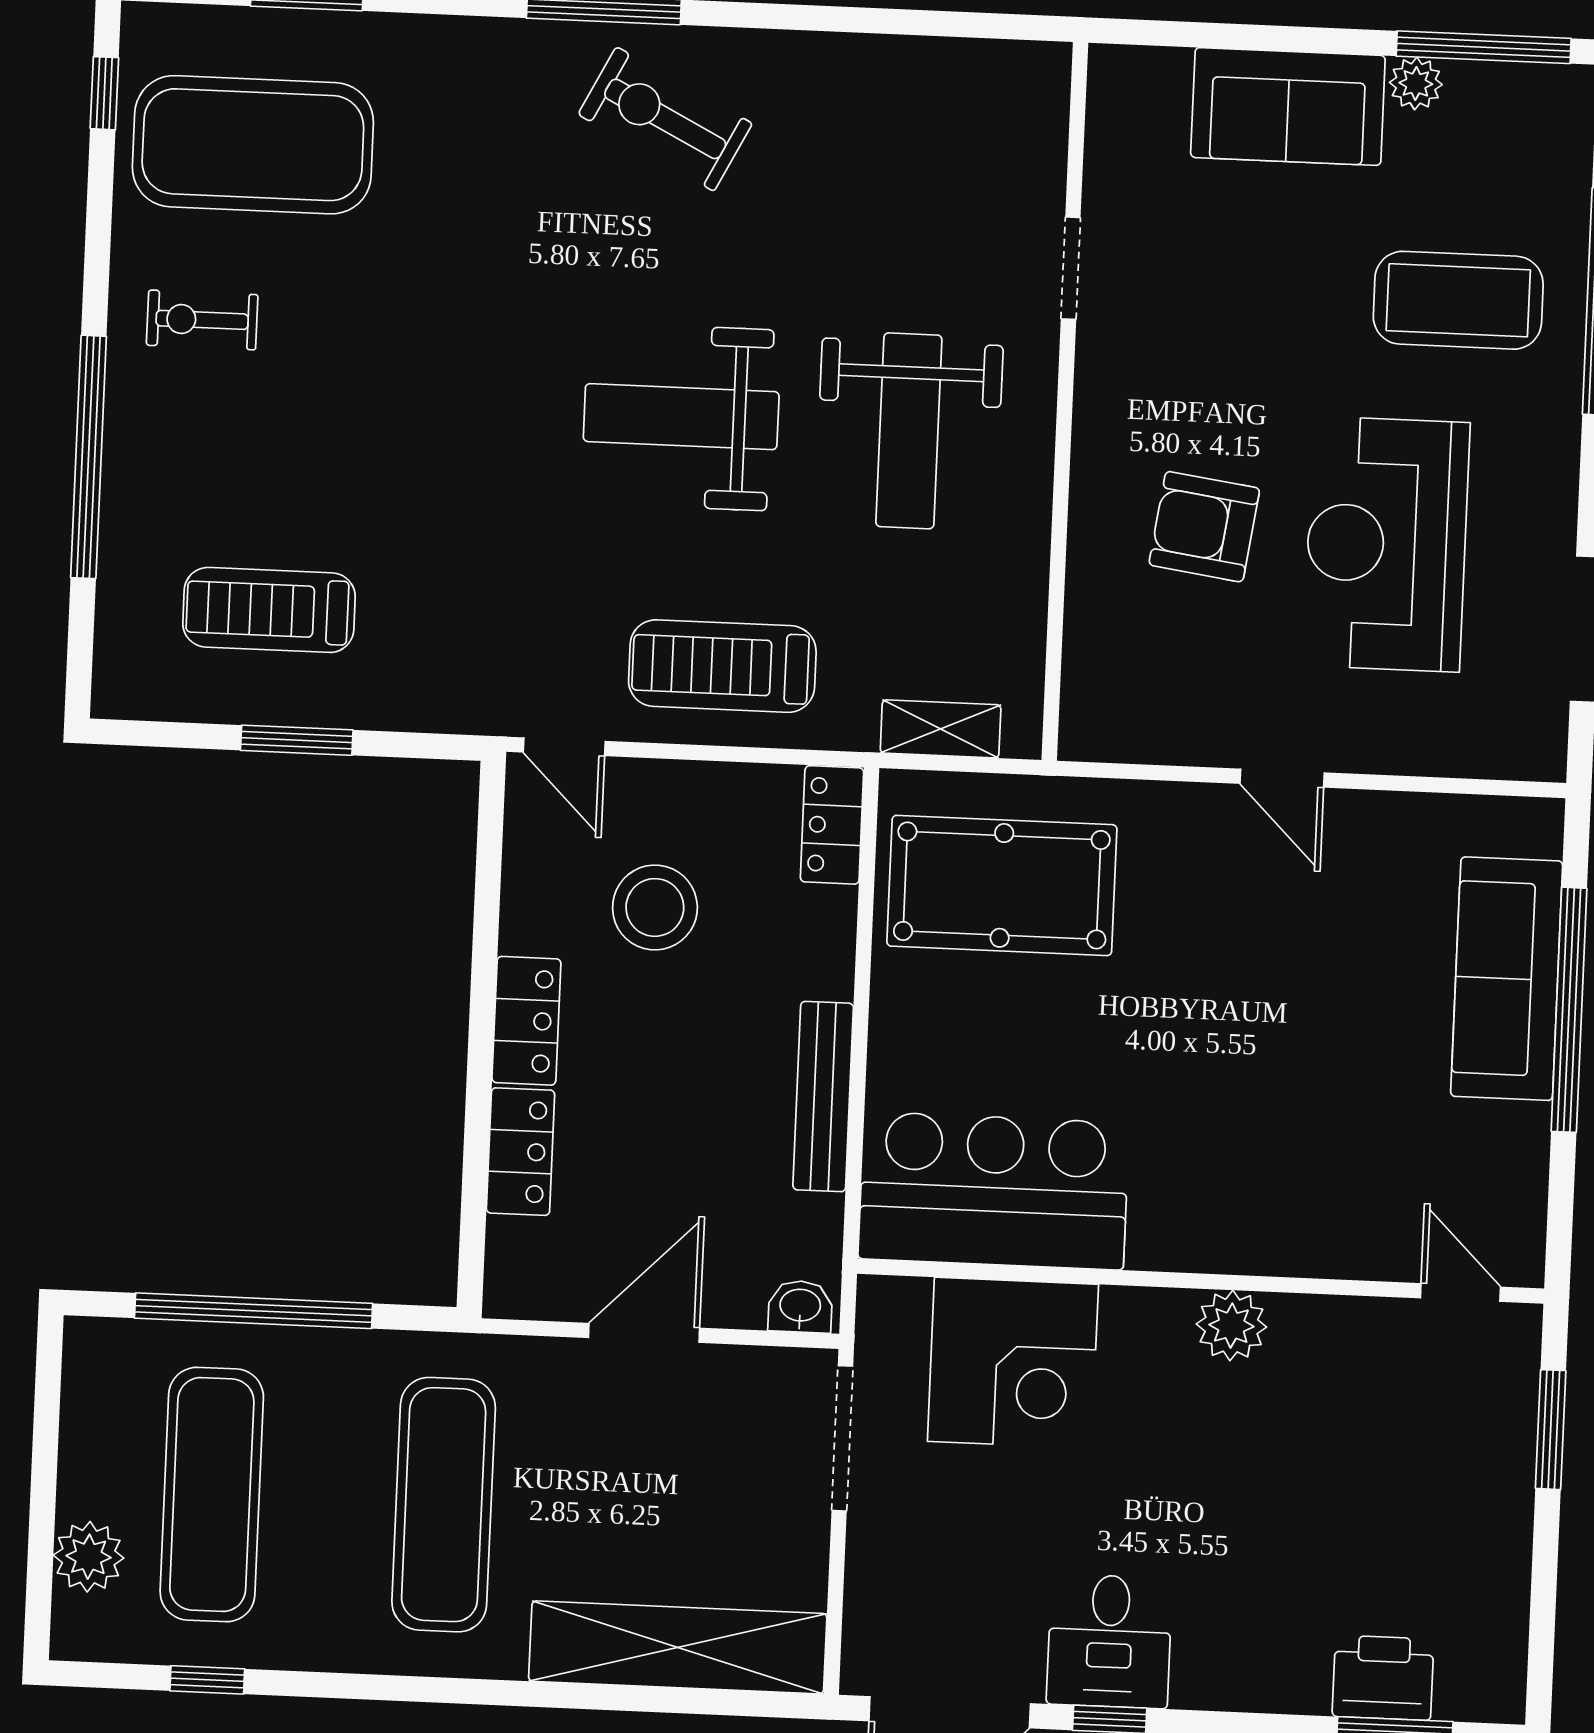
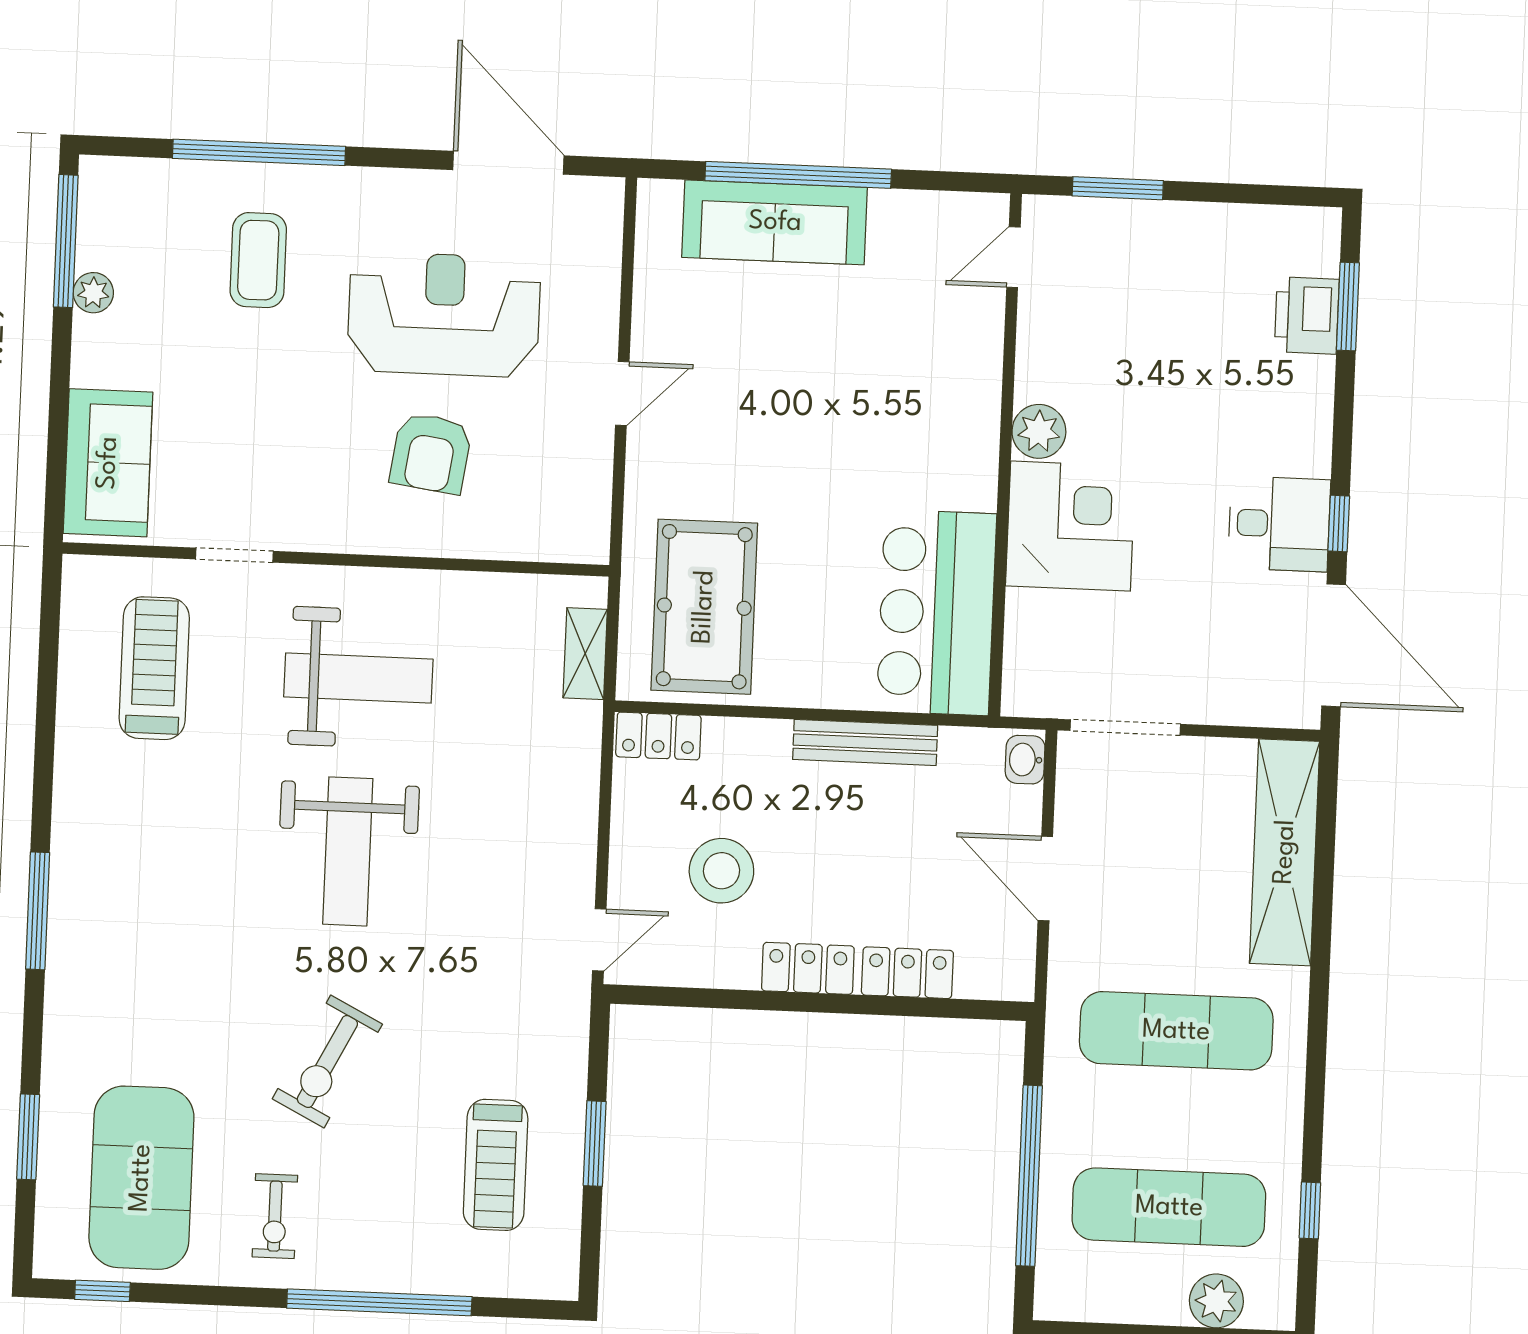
sofa: (1288, 106) -> (108, 463), moved
exercise bike: (665, 119) -> (327, 1061), moved
coffee table: (1458, 300) -> (258, 260), width x0.73, depth x0.76
reception desk: (1386, 544) -> (444, 314), turned 180
treadmill: (722, 666) -> (154, 668), moved, turned 180
corner desk: (1013, 1363) -> (1071, 526), moved

